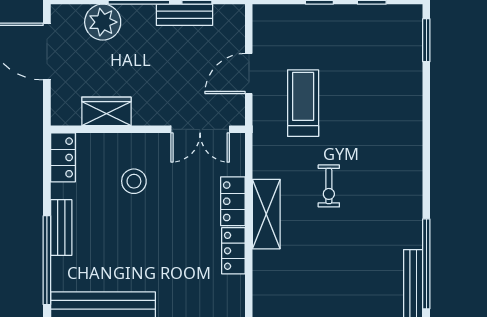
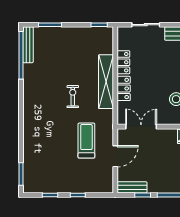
bench: (185, 15) -> (132, 187), moved
treadmill: (303, 103) -> (86, 141), turned 180
shelving: (266, 214) -> (106, 82), width x1.47

